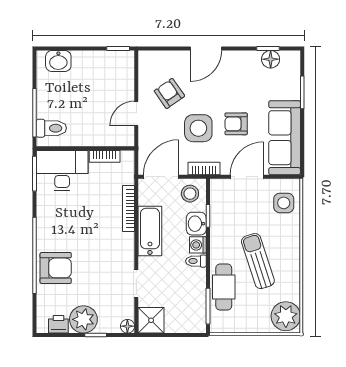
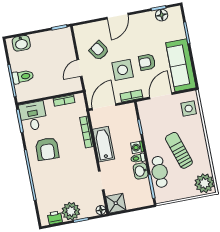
toilet: (51, 128) -> (23, 77), moved
desk: (62, 171) -> (33, 116), width x0.73
stool: (190, 194) -> (125, 114), removed
washbasin: (196, 224) -> (141, 171), moved
armchair: (56, 268) -> (47, 149), moved, turned 92

